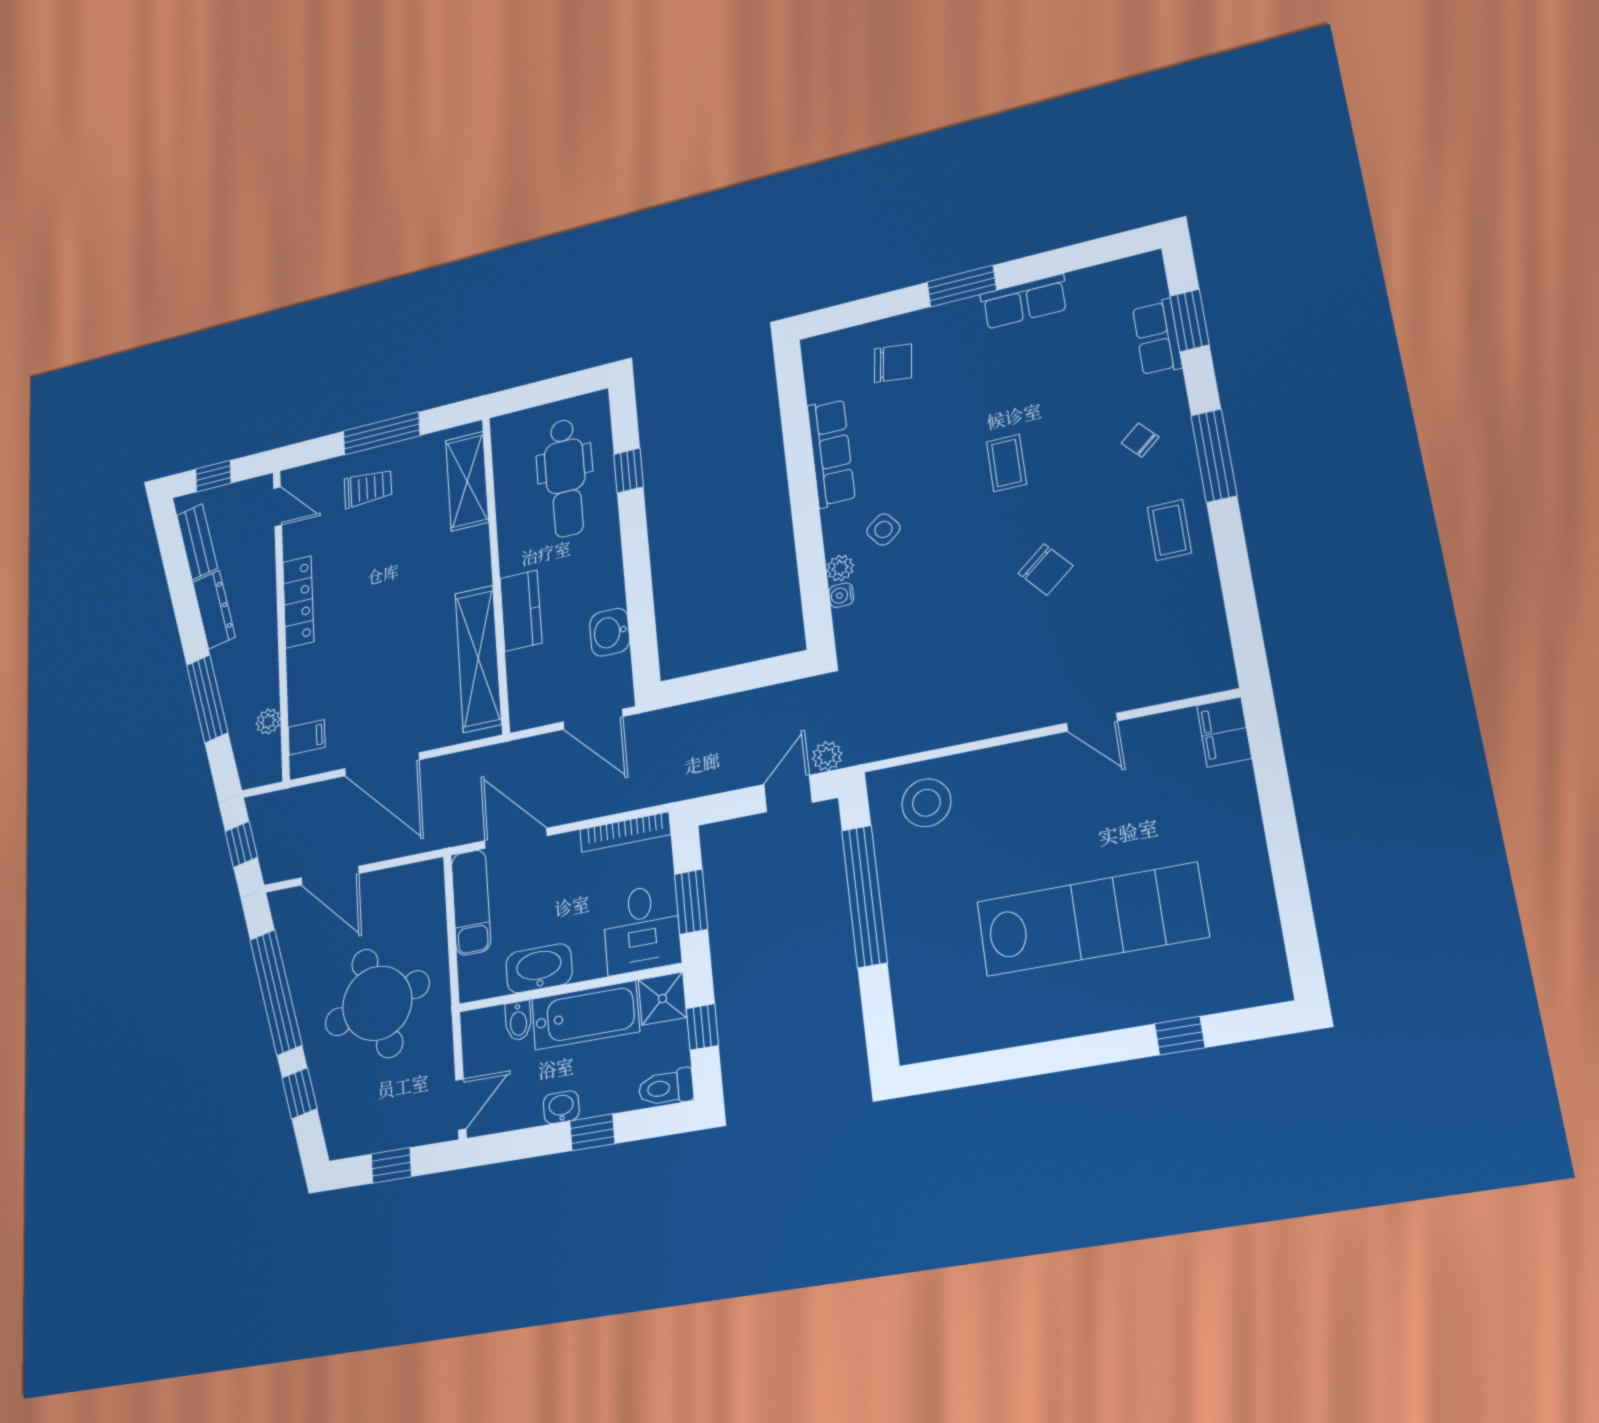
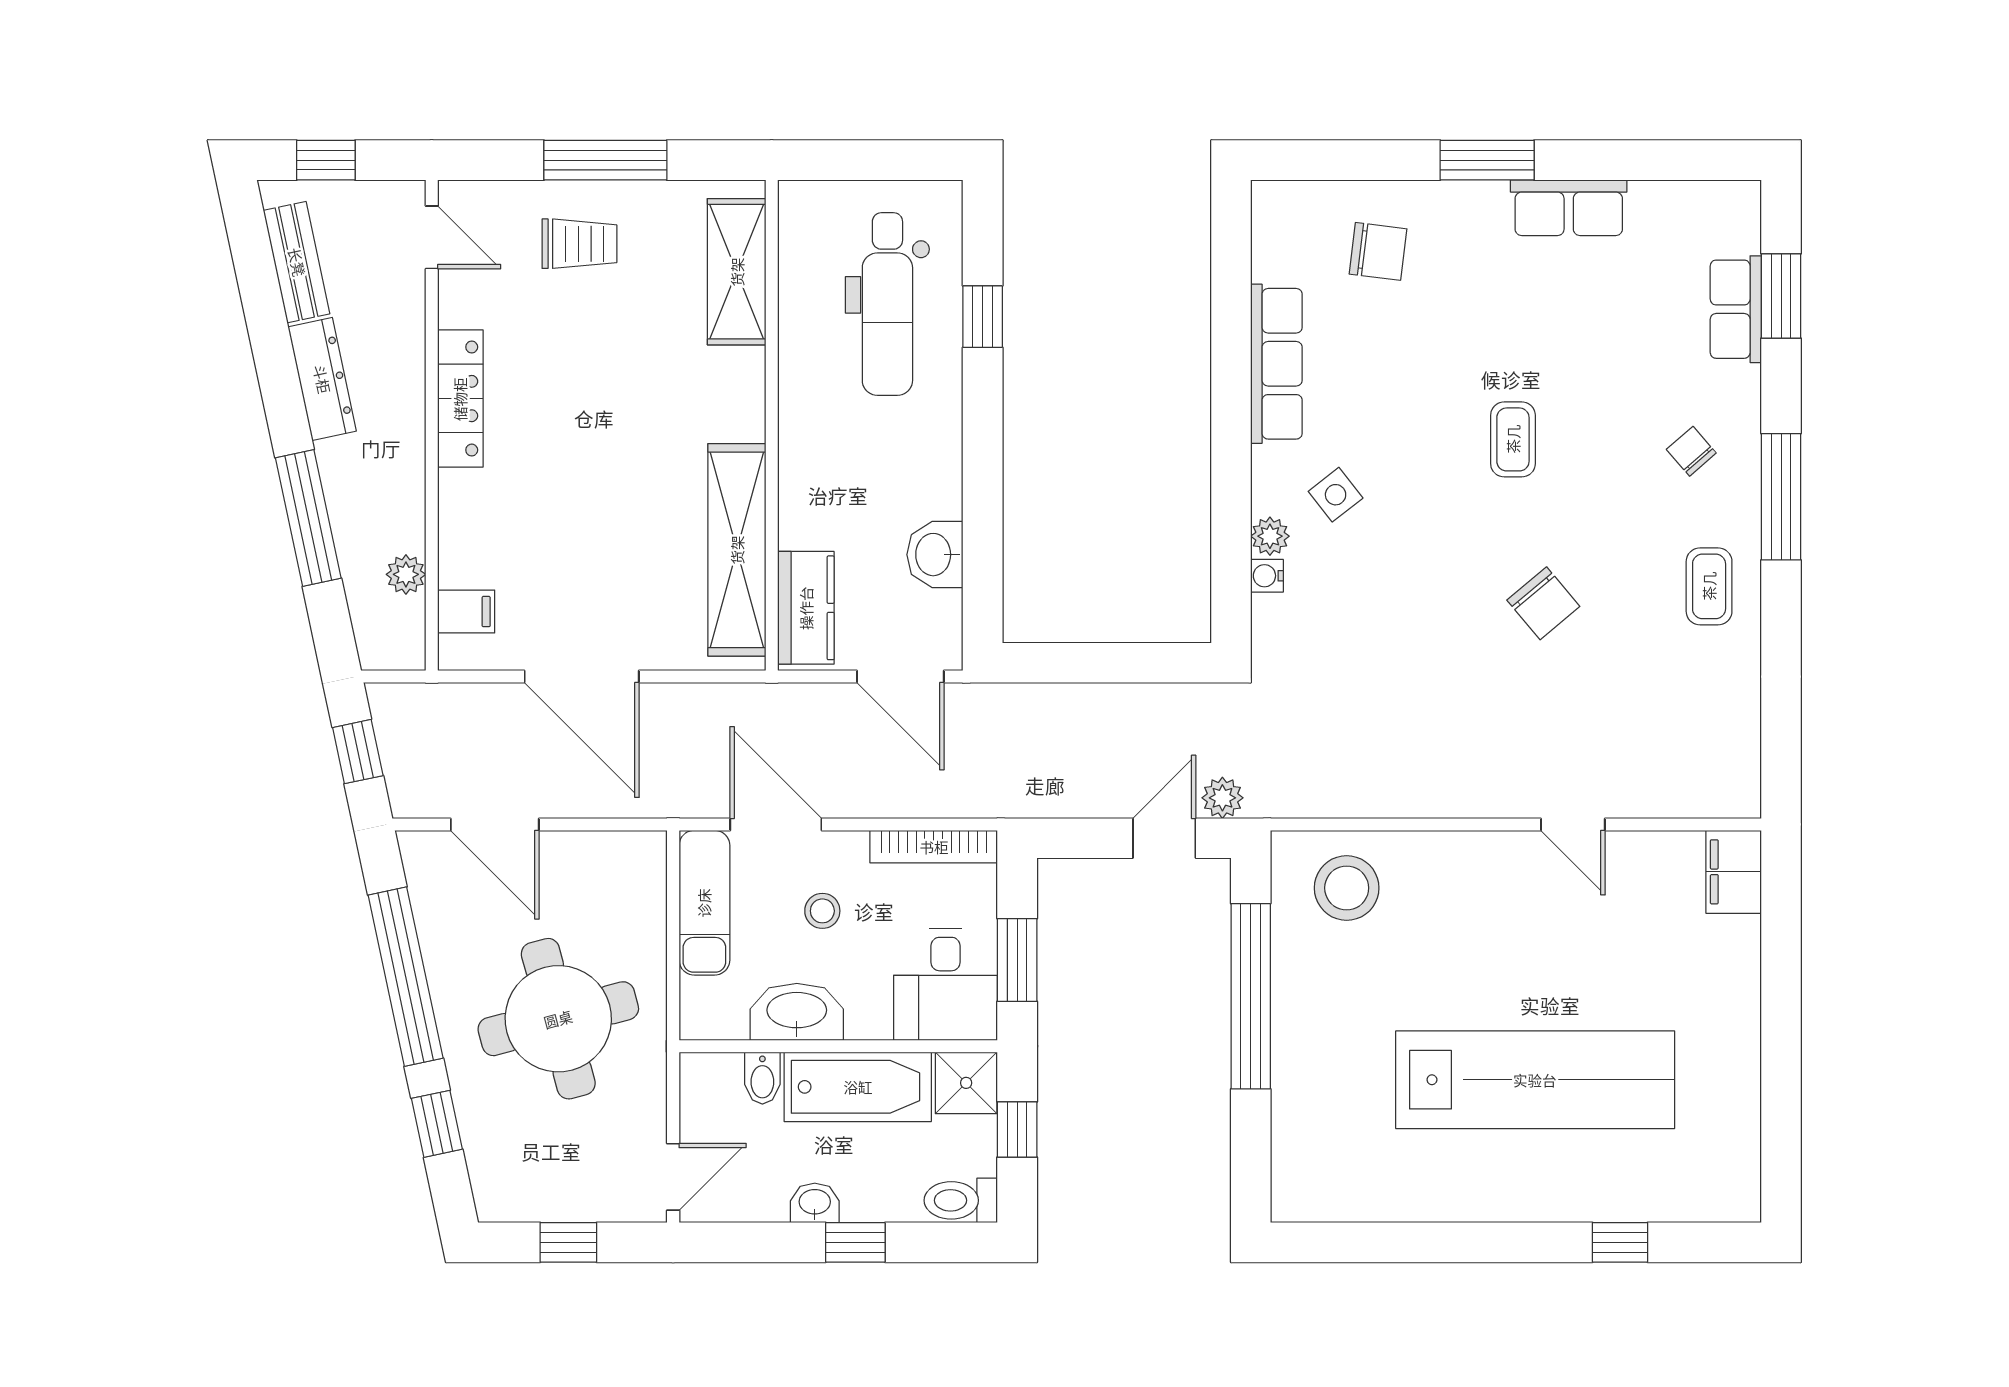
kitchen counter: (521, 611) -> (806, 608), moved
stool: (552, 893) -> (822, 911), added

